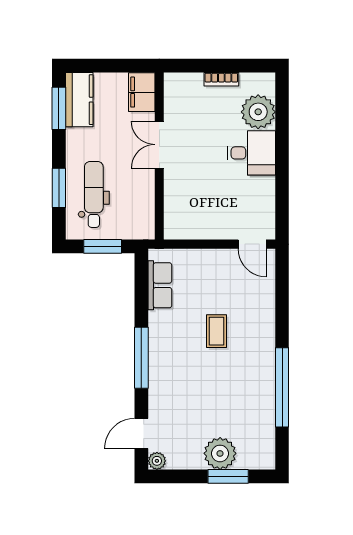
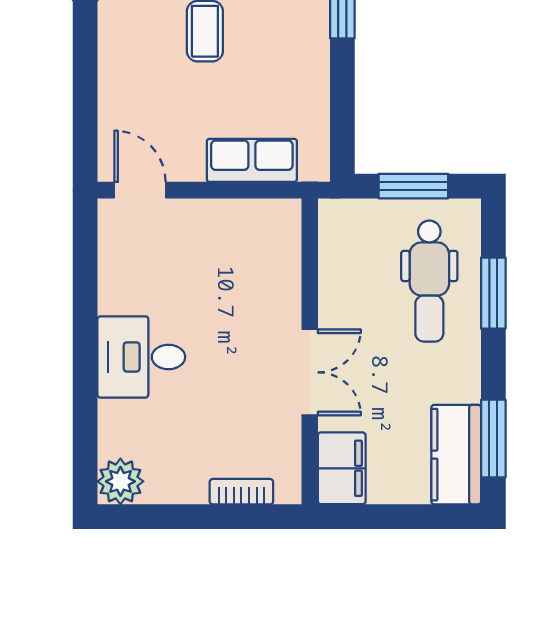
bookcase: (221, 79) -> (241, 492), moved
plant: (258, 112) -> (120, 481), moved, width x0.73, depth x0.73
row of seats: (160, 285) -> (252, 160), moved, turned 90

